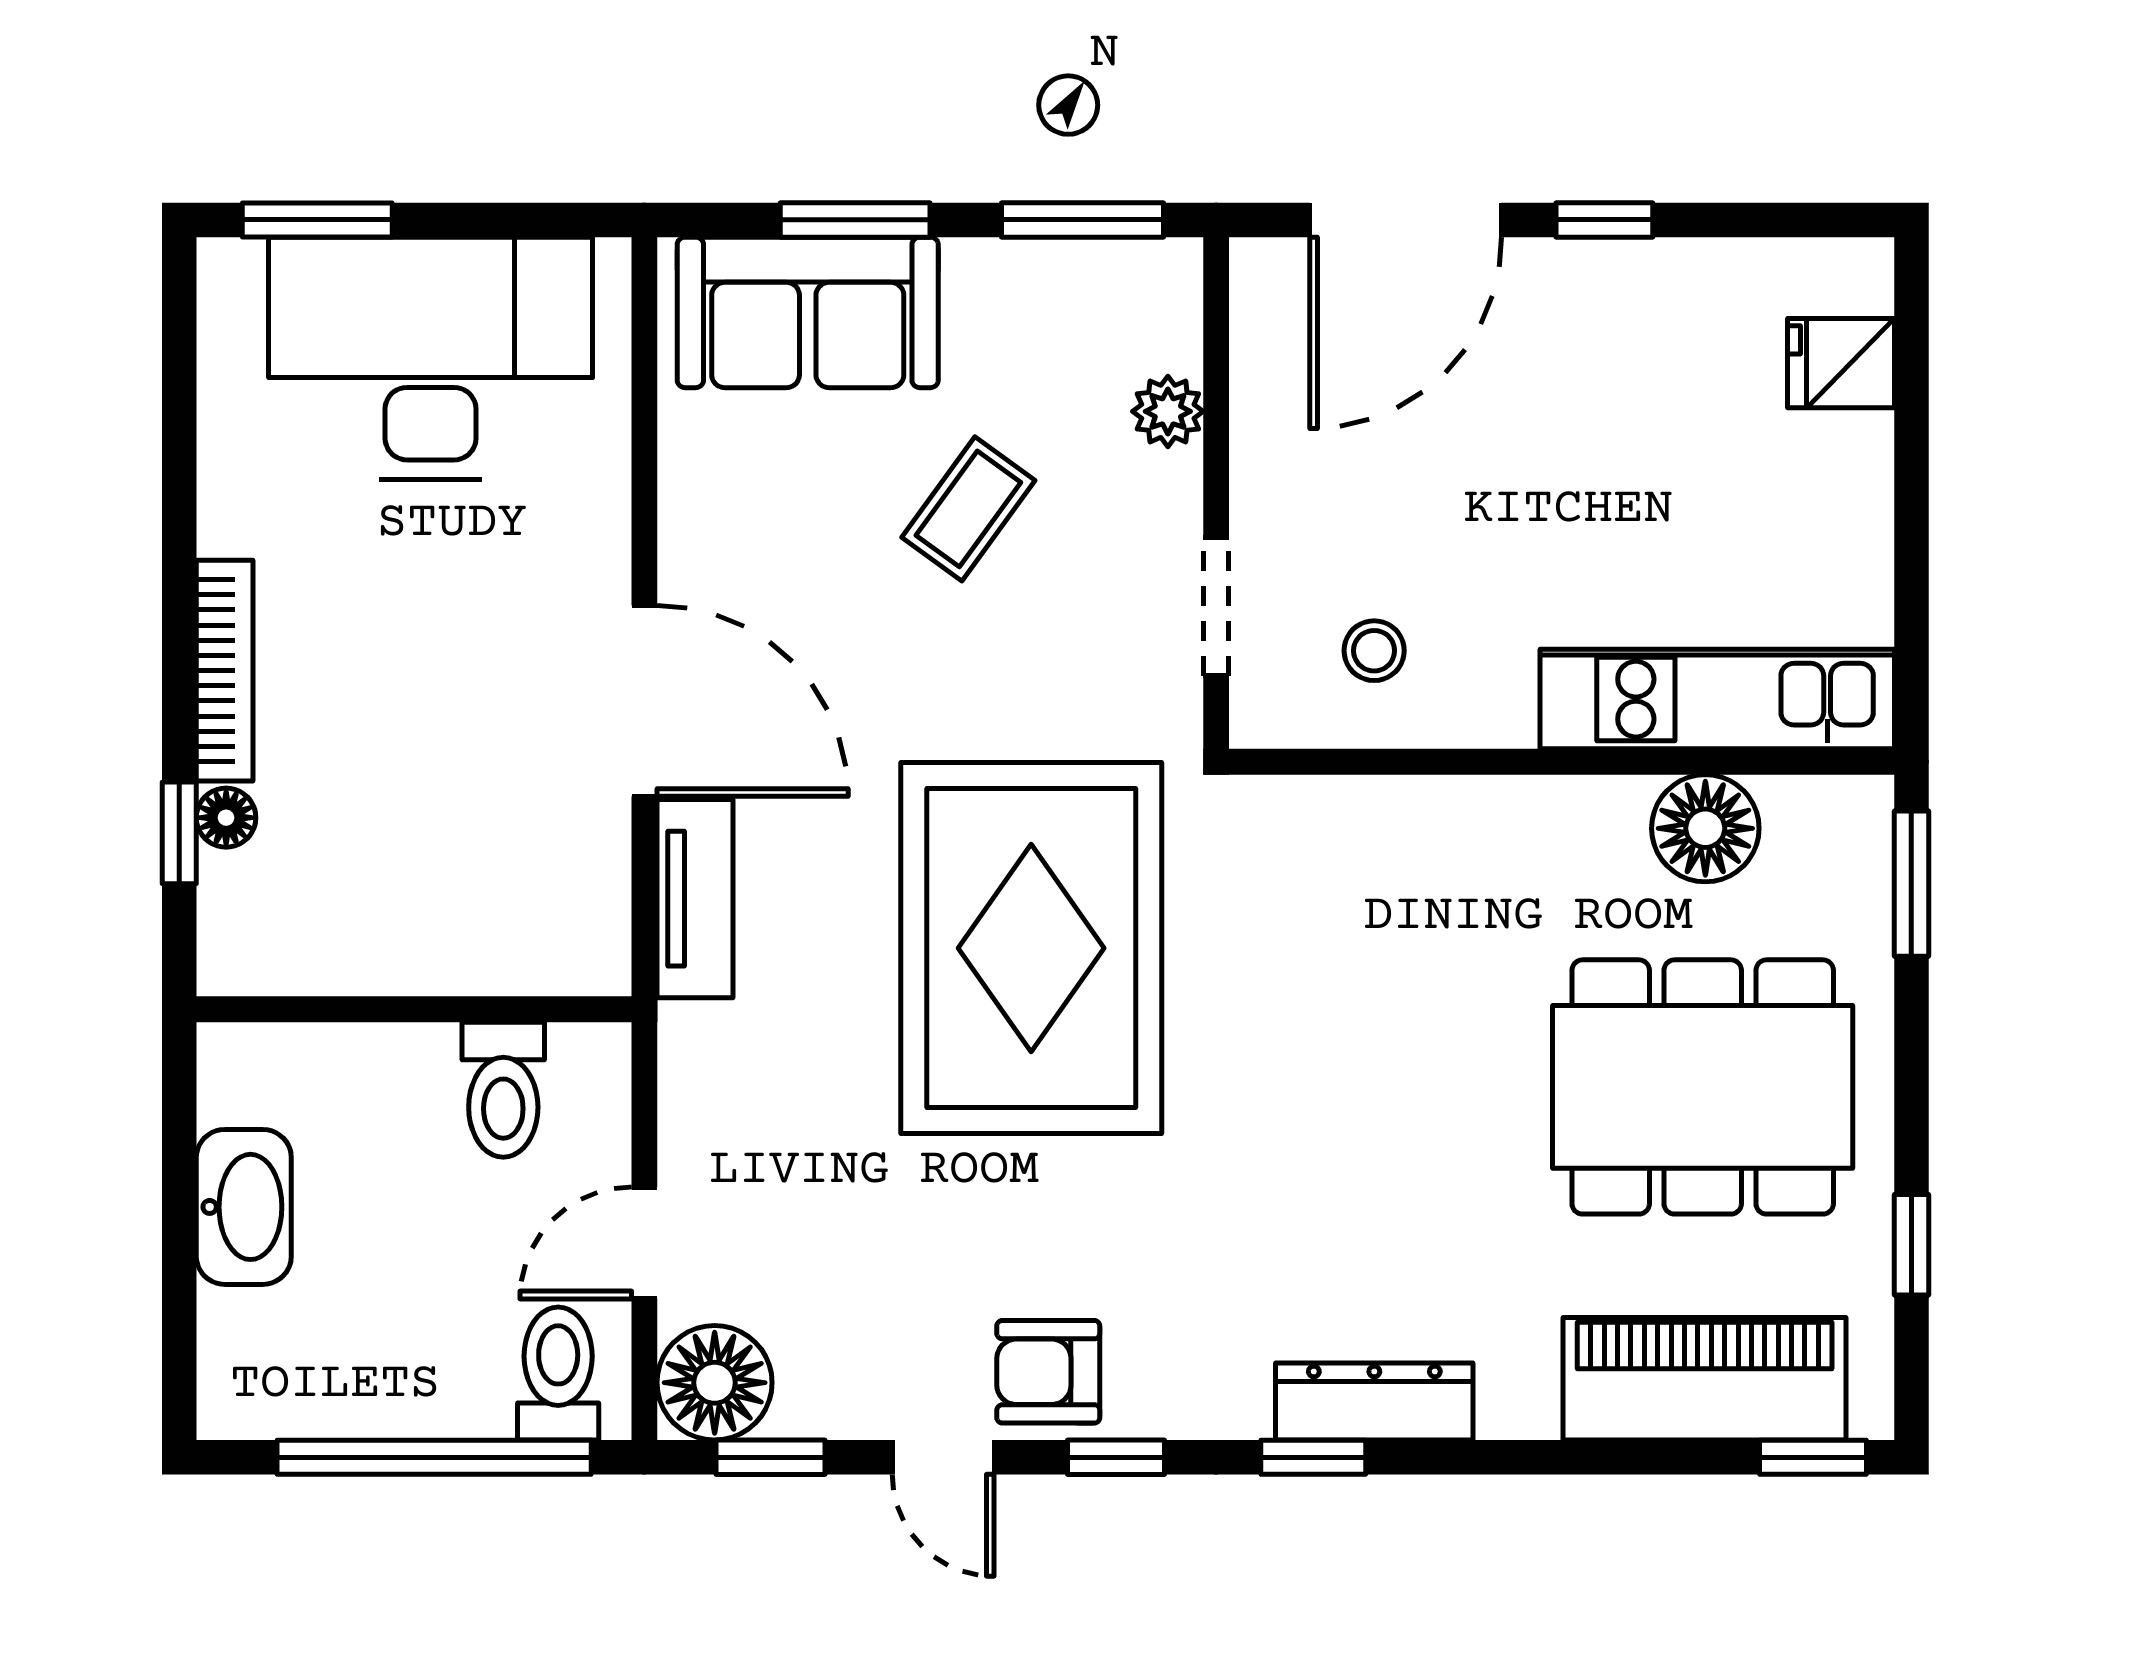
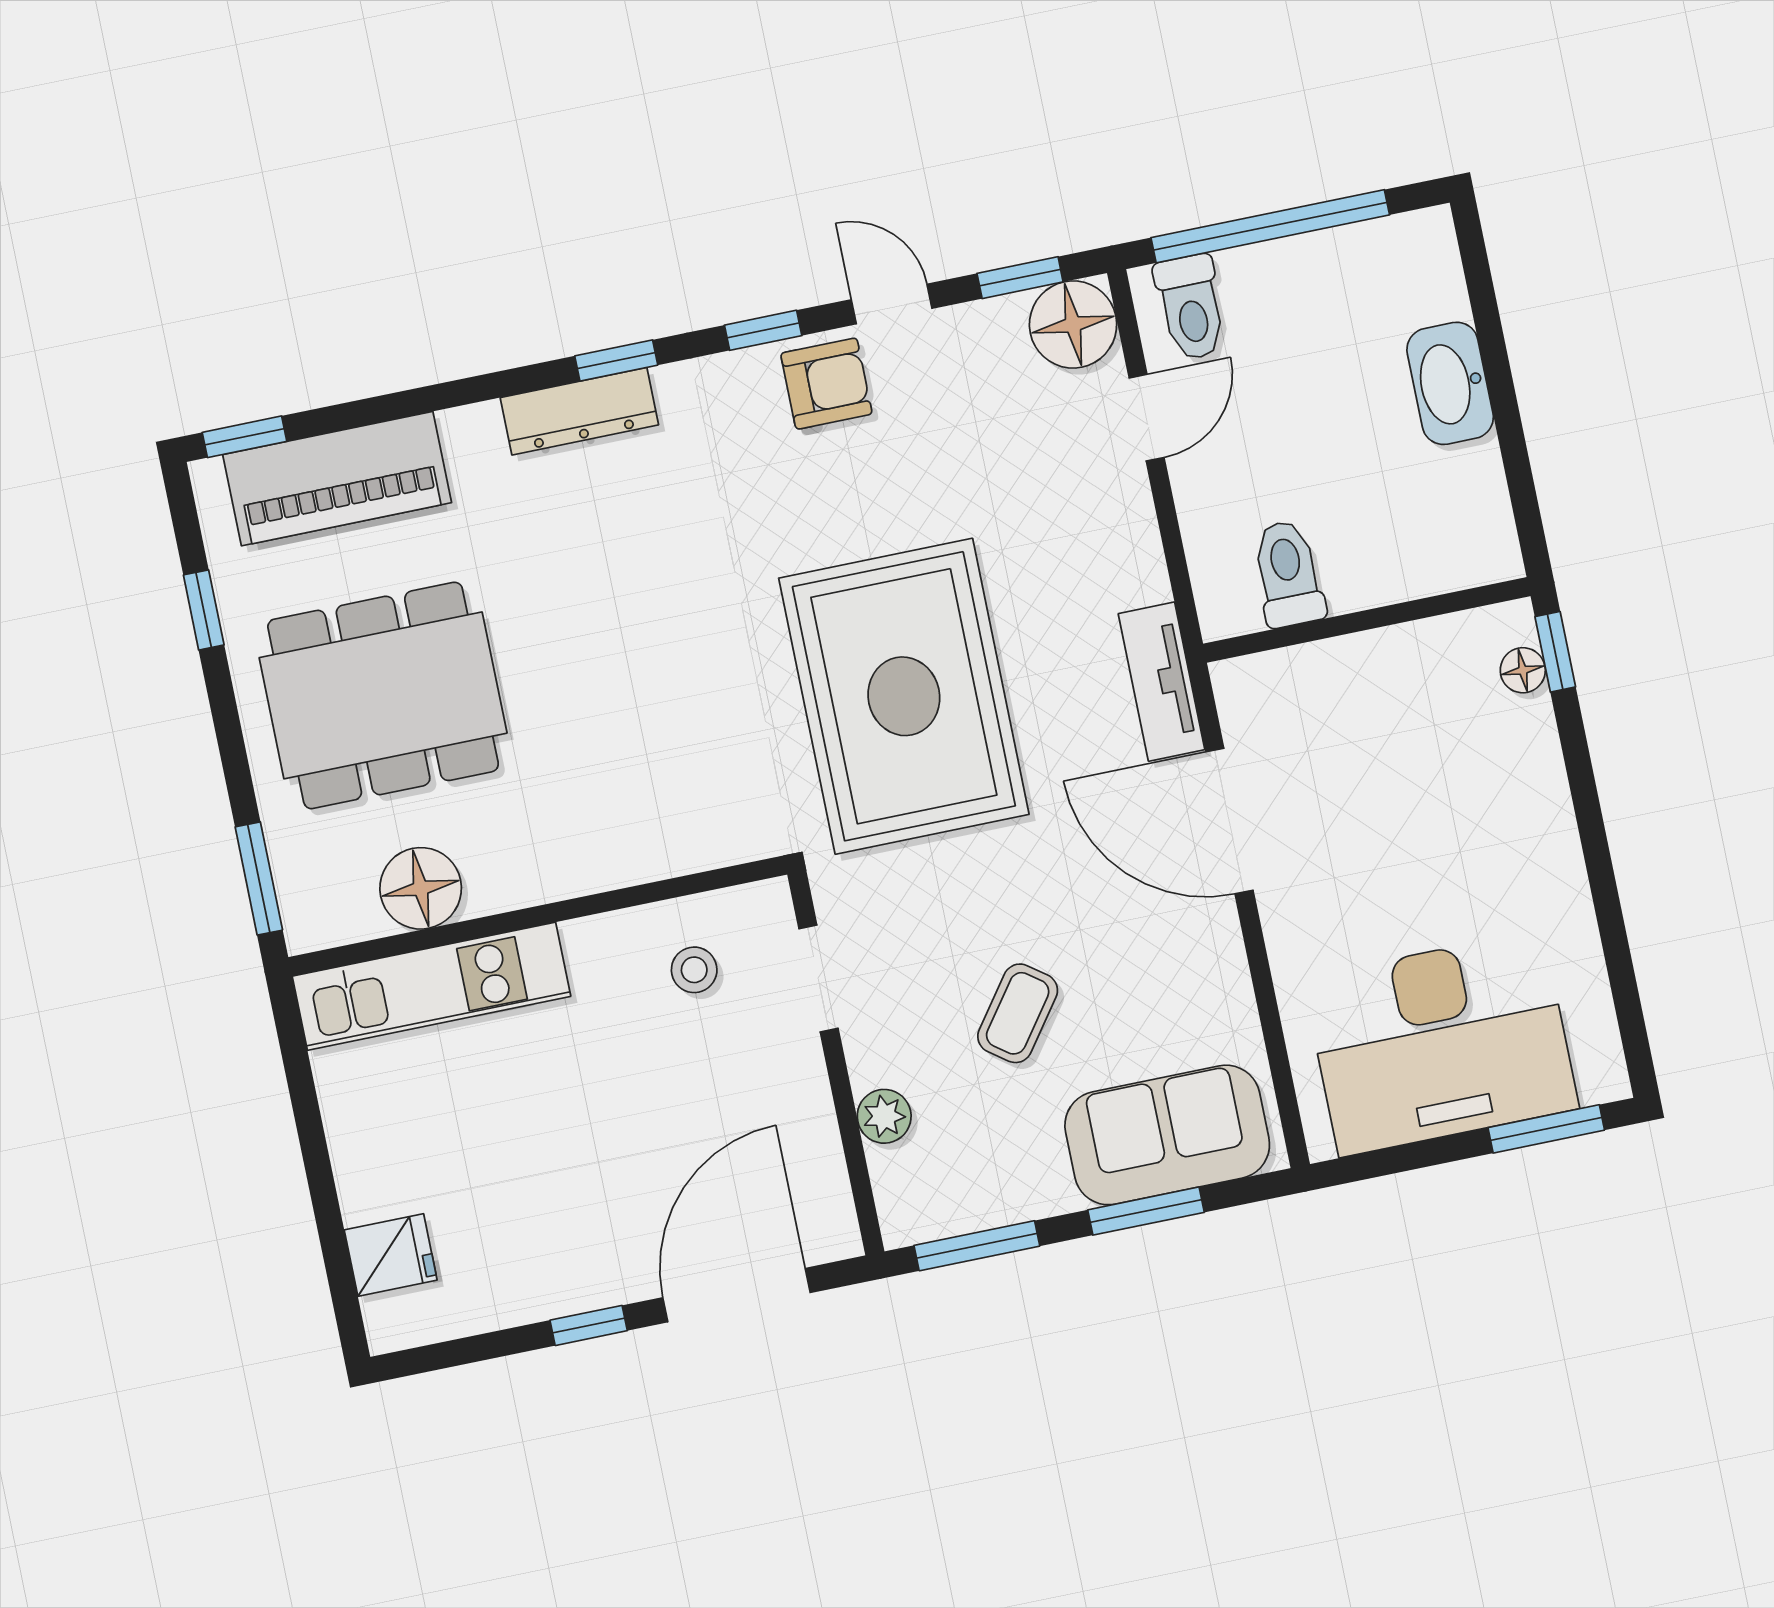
bookcase: (225, 671) -> (1546, 779), removed
wall: (414, 1009) -> (1367, 620), moved
toilet: (503, 1090) -> (1288, 574), moved

